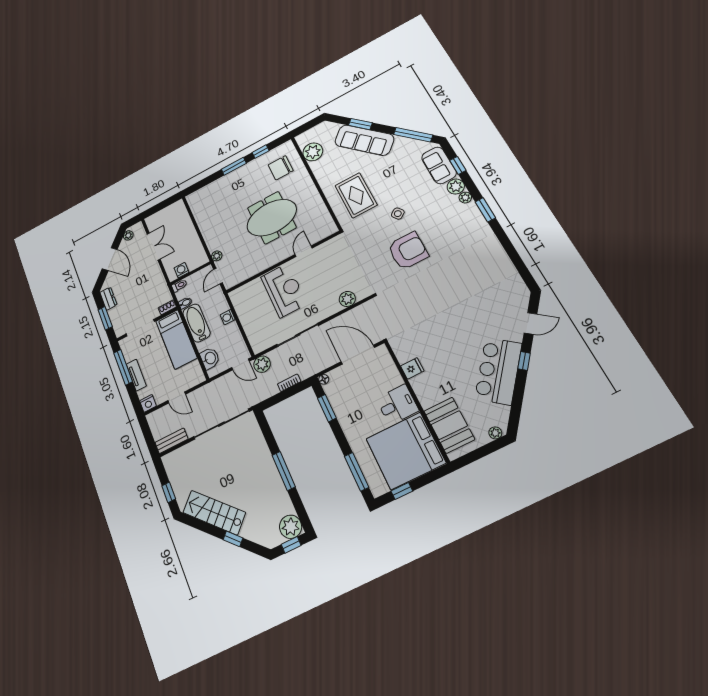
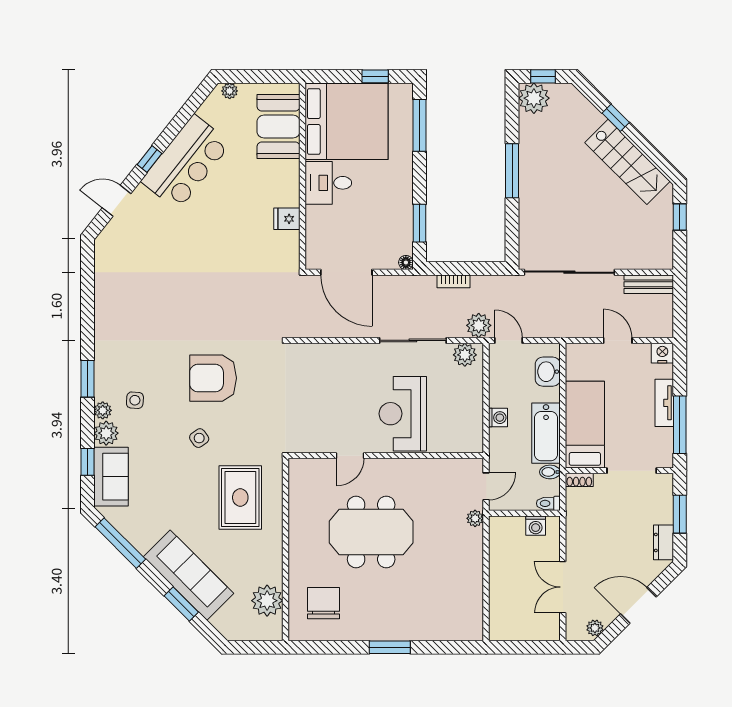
window: (261, 152) -> (340, 647), removed
chair: (281, 168) -> (324, 603), turned -90
side table: (449, 213) -> (135, 400), added
door: (110, 259) -> (638, 605), hinge flipped
plant: (347, 299) -> (465, 355), moved

